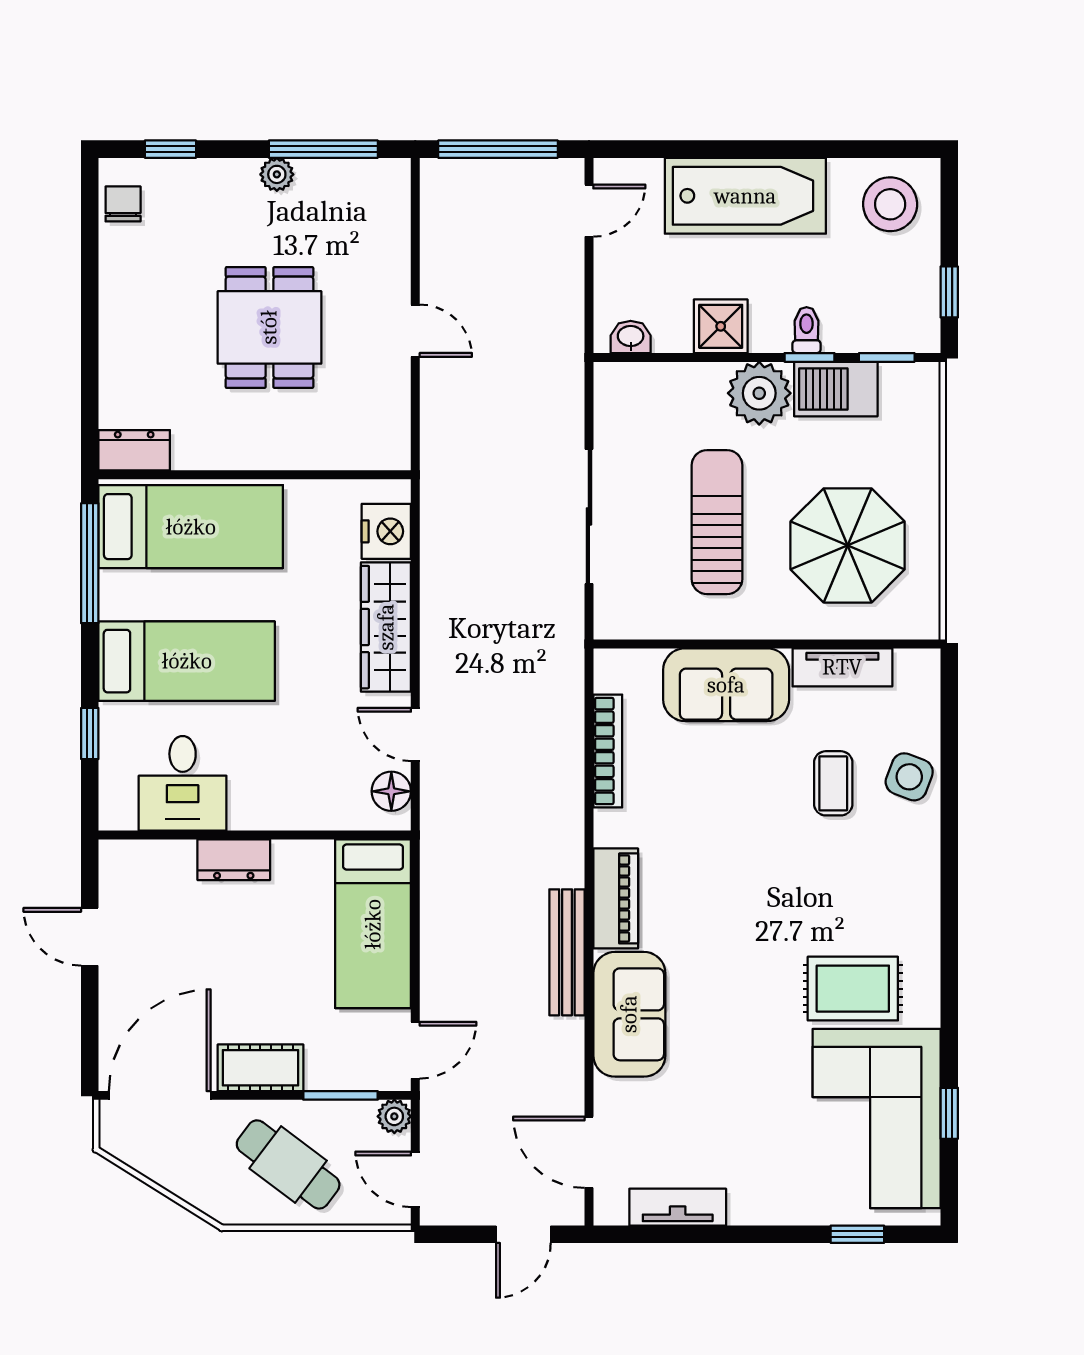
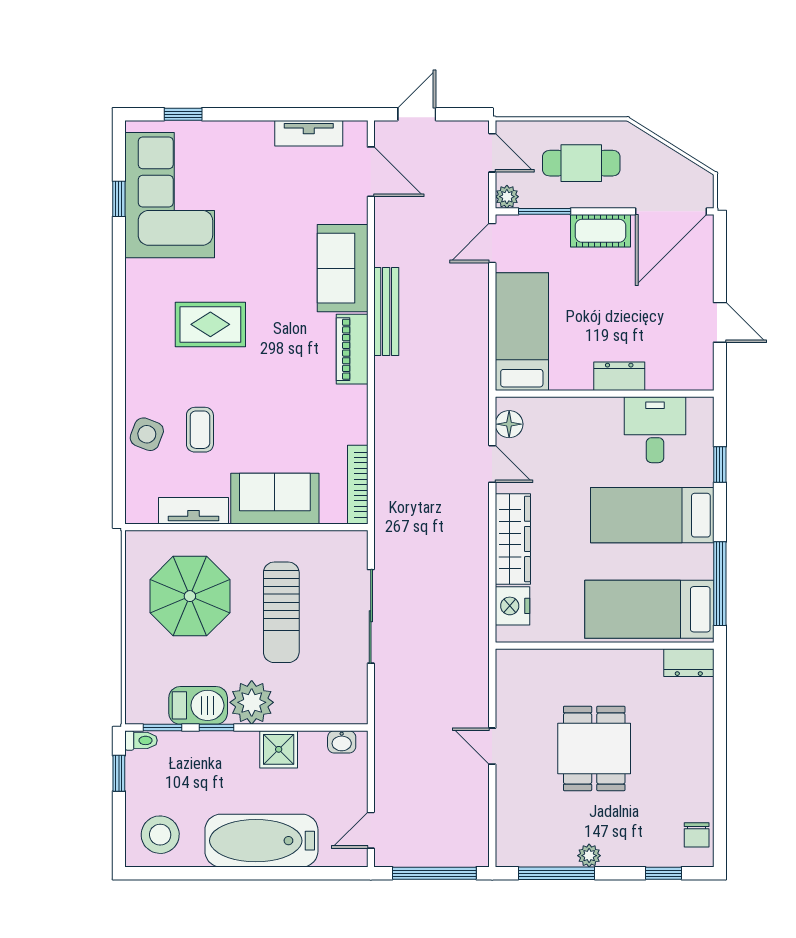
toilet: (807, 330) -> (141, 740), moved, turned -90
bookcase: (608, 751) -> (358, 485), moved
rug: (853, 989) -> (210, 324), moved
cafe table: (288, 1164) -> (581, 163), turned -37

